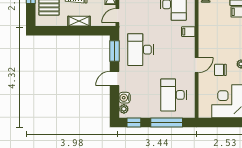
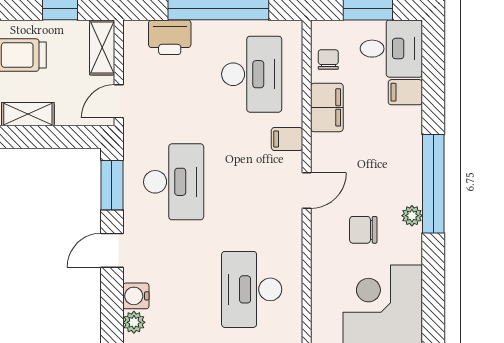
filing cabinet: (205, 18) -> (327, 107), added
desk: (141, 50) -> (174, 182), turned 180
door: (197, 65) -> (307, 190), moved

